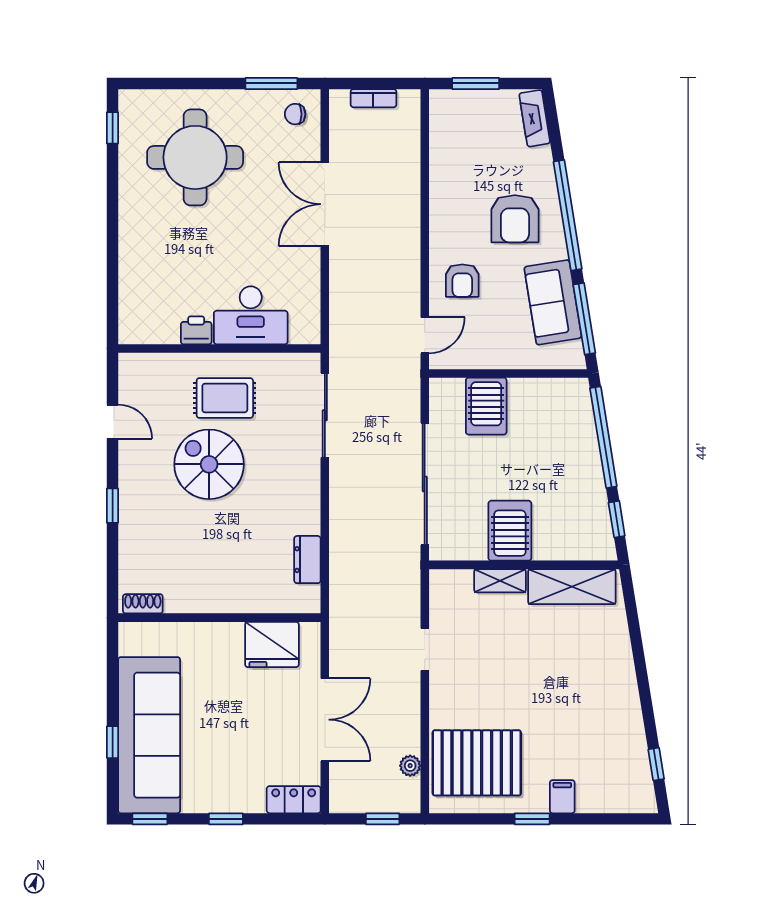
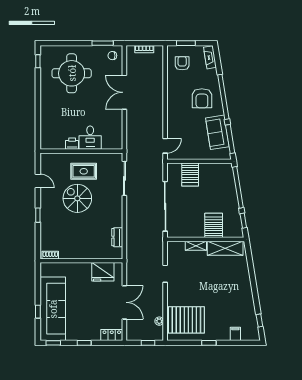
armchair: (462, 281) -> (182, 63), moved, turned 180
desk: (251, 315) -> (90, 138), width x0.73
server rack: (510, 531) -> (214, 225), moved
filing cabinet: (562, 797) -> (235, 334), moved

